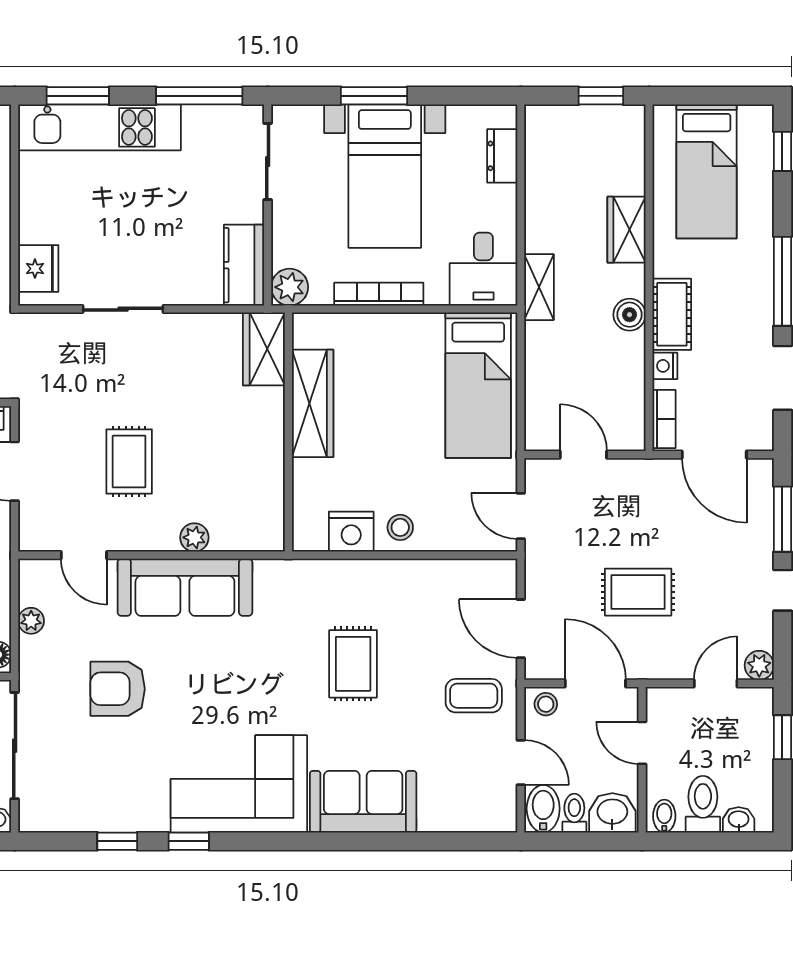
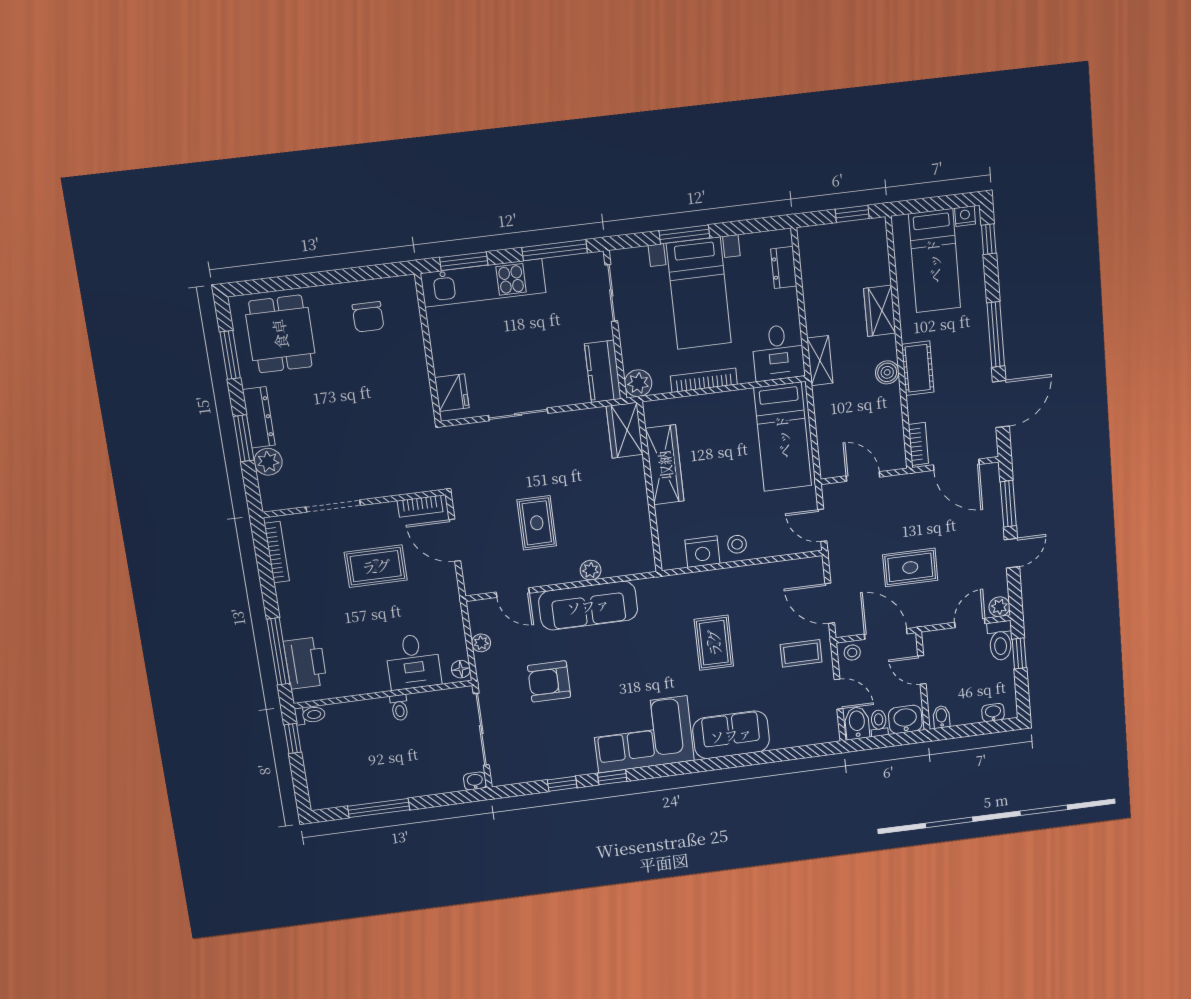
nightstand: (665, 366) -> (965, 216), moved, turned 90
toilet: (703, 804) -> (1000, 641), moved, turned 180

